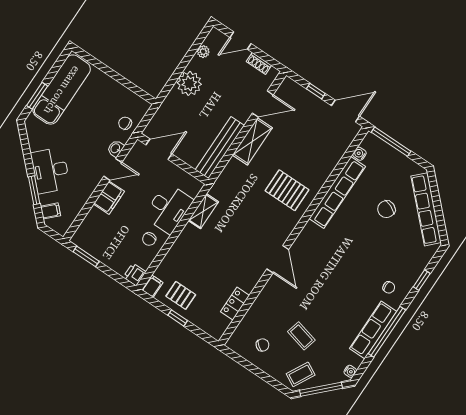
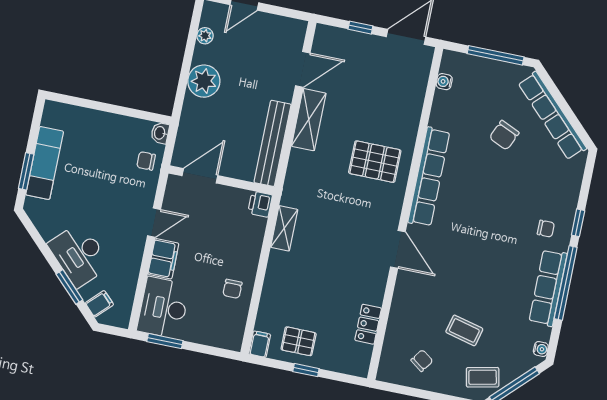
shoe rack: (259, 63) -> (278, 22), removed
exam couch: (62, 90) -> (45, 163), width x0.73, depth x0.69
window: (391, 142) -> (496, 55), moved
washbasin: (116, 148) -> (160, 133), moved
row of seats: (337, 192) -> (429, 177), moved
desk: (168, 208) -> (163, 308), moved, turned 180
printer: (135, 274) -> (260, 204), moved
window: (422, 280) -> (578, 223), moved
coffee table: (301, 374) -> (483, 377), turned 50

